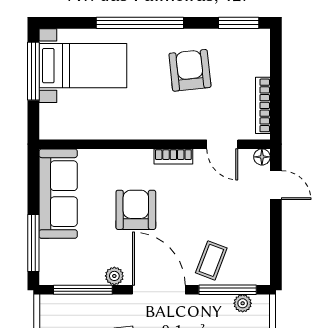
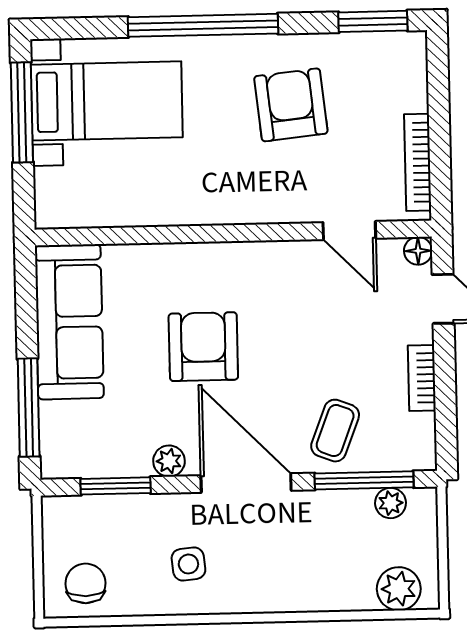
bookcase: (173, 156) -> (422, 378), moved, turned 90
window: (83, 290) -> (116, 486), width x0.69

